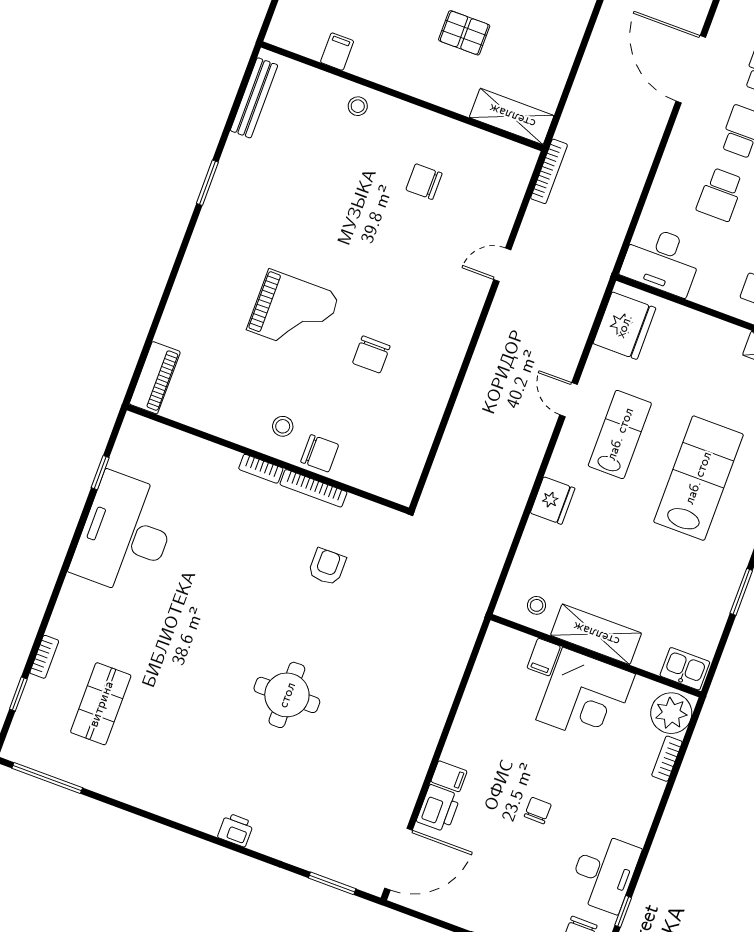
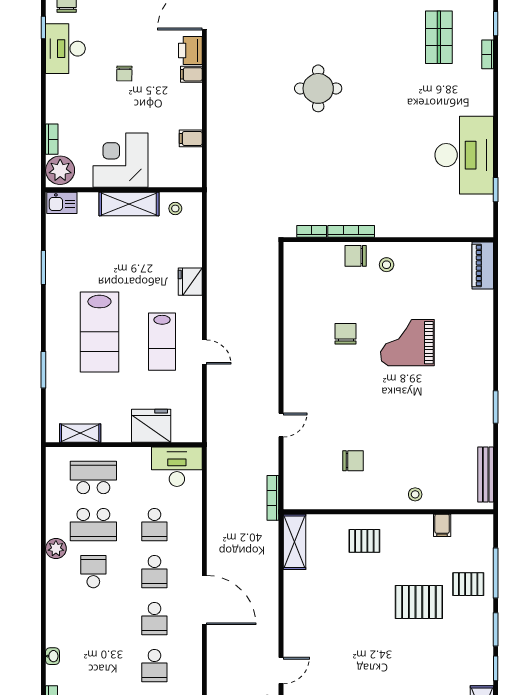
pallet: (464, 33) -> (364, 541), moved
shelving: (512, 116) -> (294, 542), moved, turned 90
school desk: (720, 194) -> (154, 525), turned 180
fridge: (624, 326) -> (151, 426), moved, turned 90
bookcase: (261, 469) -> (312, 231), moved
armchair: (327, 567) -> (323, 183), removed
filing cabinet: (544, 657) -> (191, 138), moved, turned -90

